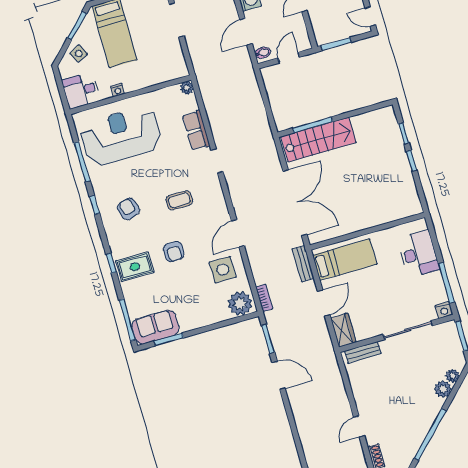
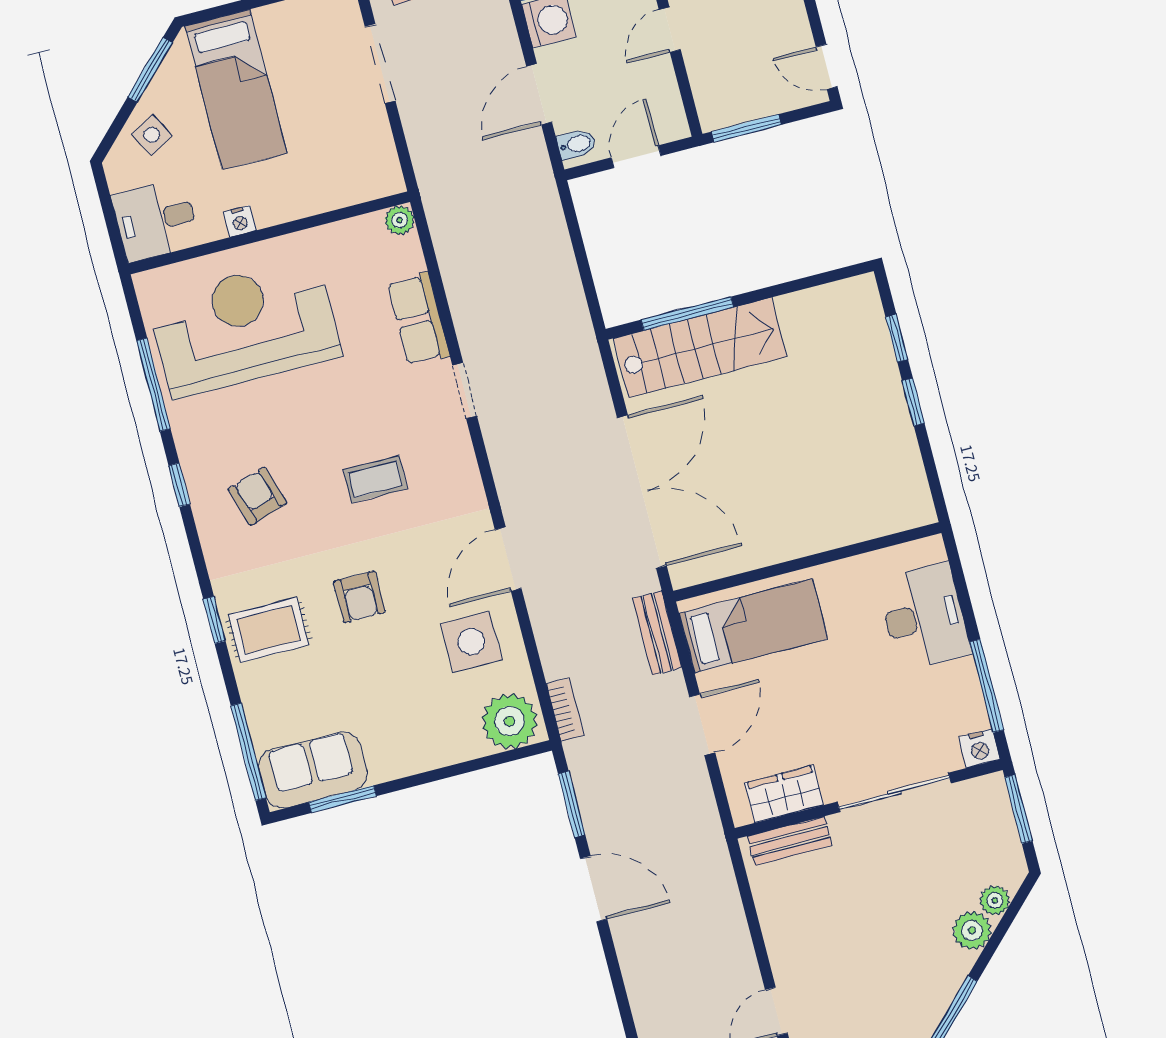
wardrobe: (343, 330) -> (784, 794), moved, turned -90

